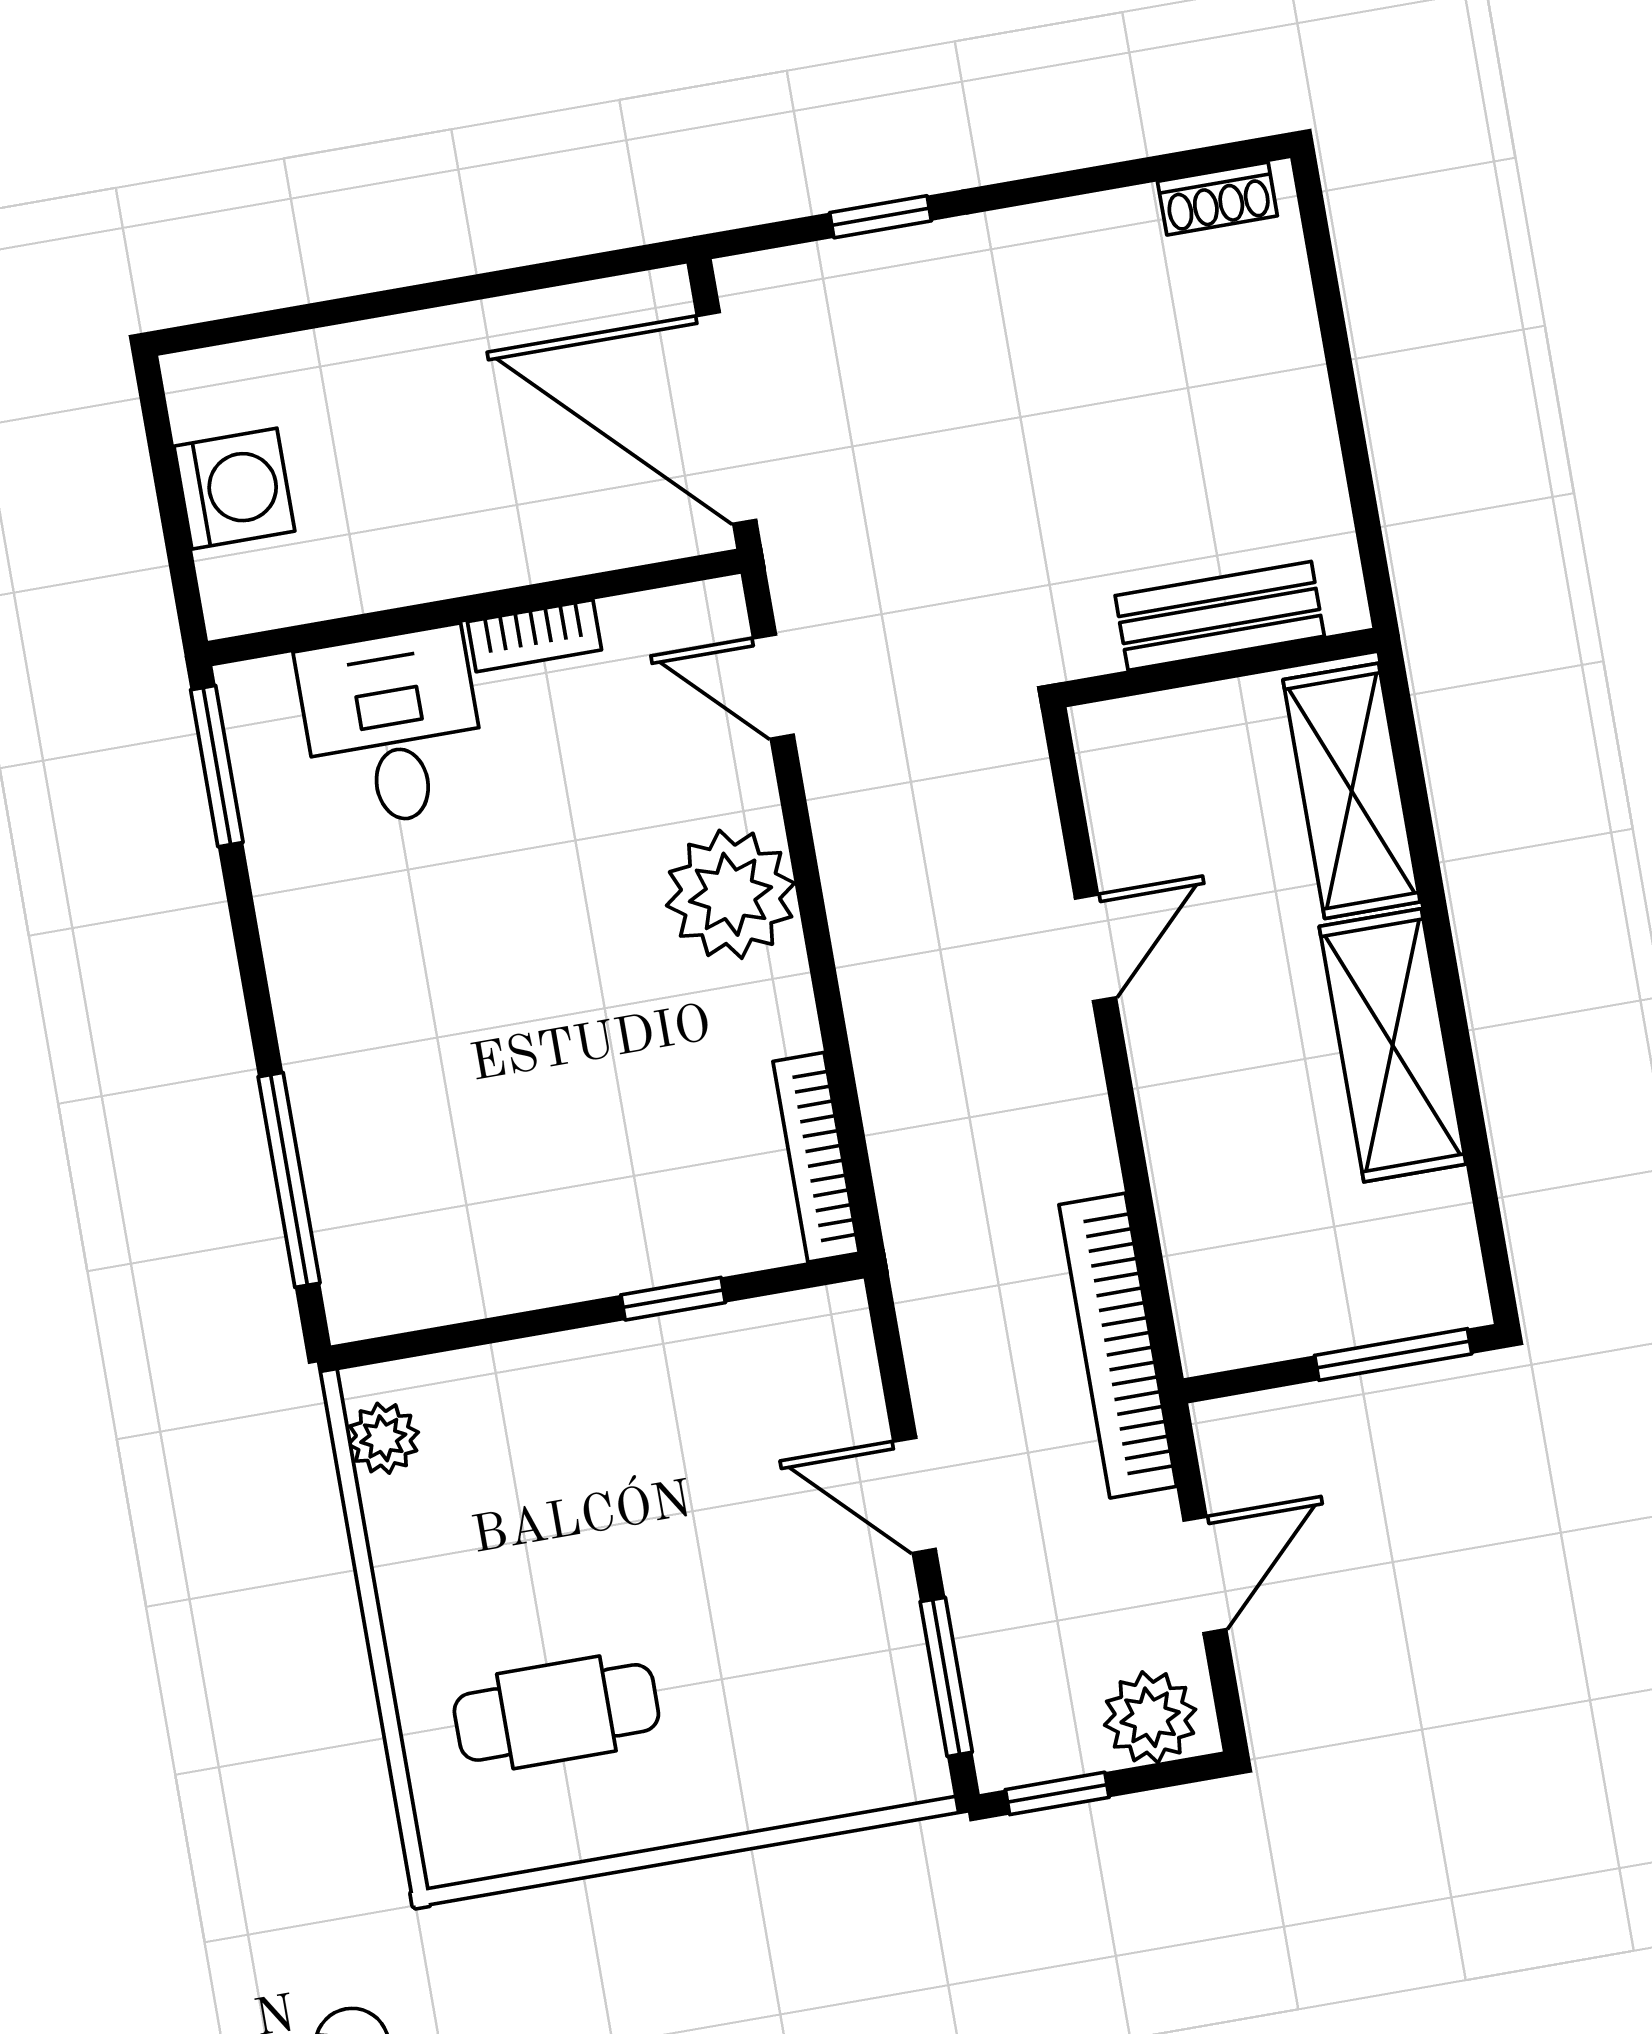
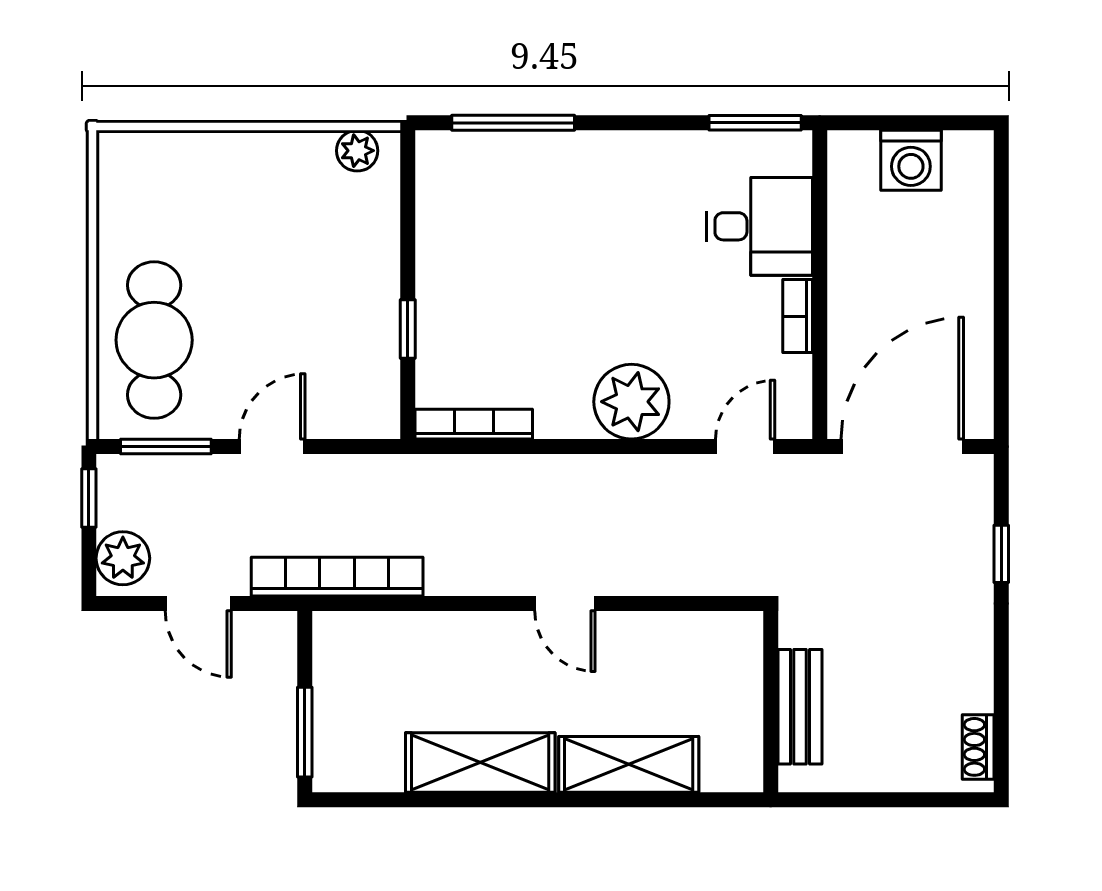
bench: (1220, 616) -> (800, 707), moved
wall: (1219, 668) -> (771, 702), moved
cafe table: (556, 1712) -> (154, 340), moved, width x1.37, depth x1.35

